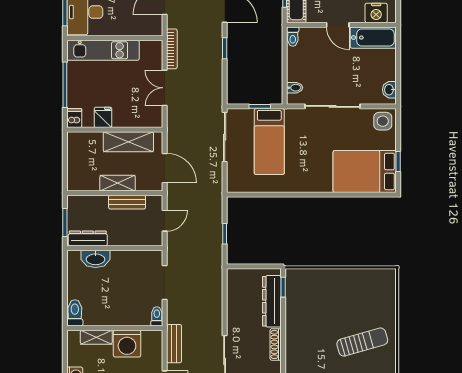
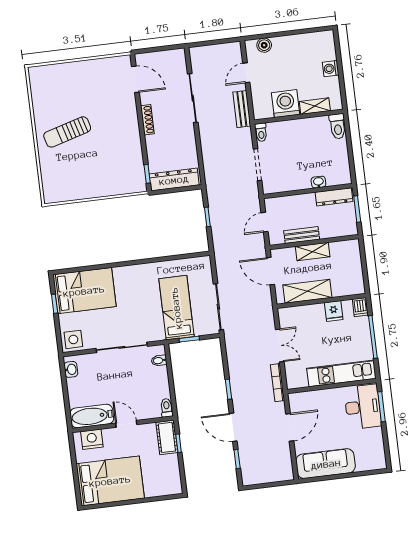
washbasin: (95, 259) -> (318, 182), width x0.52, depth x0.69
dresser: (272, 301) -> (174, 180), moved, turned -90

